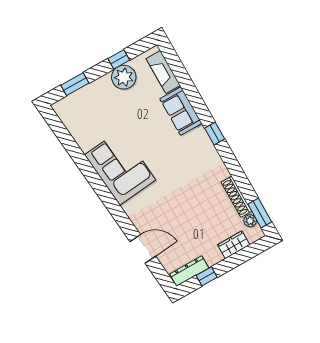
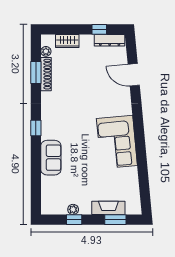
fireplace: (163, 72) -> (108, 208), moved, turned -90
plant: (124, 77) -> (73, 209), width x0.53, depth x0.53
window: (260, 213) -> (36, 72), moved

